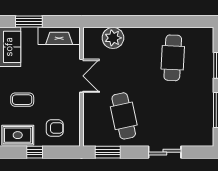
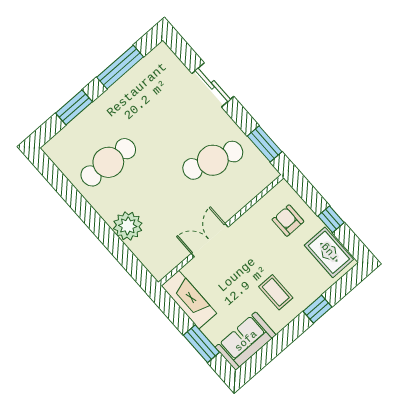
plant: (113, 38) -> (128, 226), moved
coffee table: (22, 100) -> (276, 292), moved
cafe table: (124, 116) -> (213, 160), turned 30

